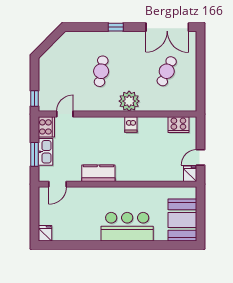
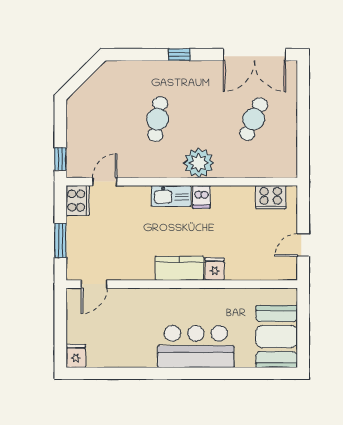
kitchen sink: (46, 152) -> (171, 196), moved, turned 90
kitchen counter: (98, 173) -> (179, 268), moved
fridge: (190, 174) -> (215, 269), moved

